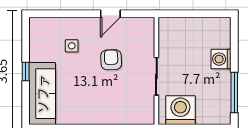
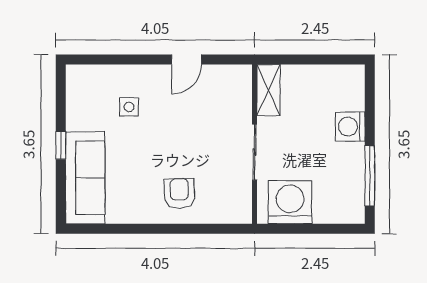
shelving: (166, 34) -> (269, 90), added
armchair: (111, 60) -> (179, 193), moved

